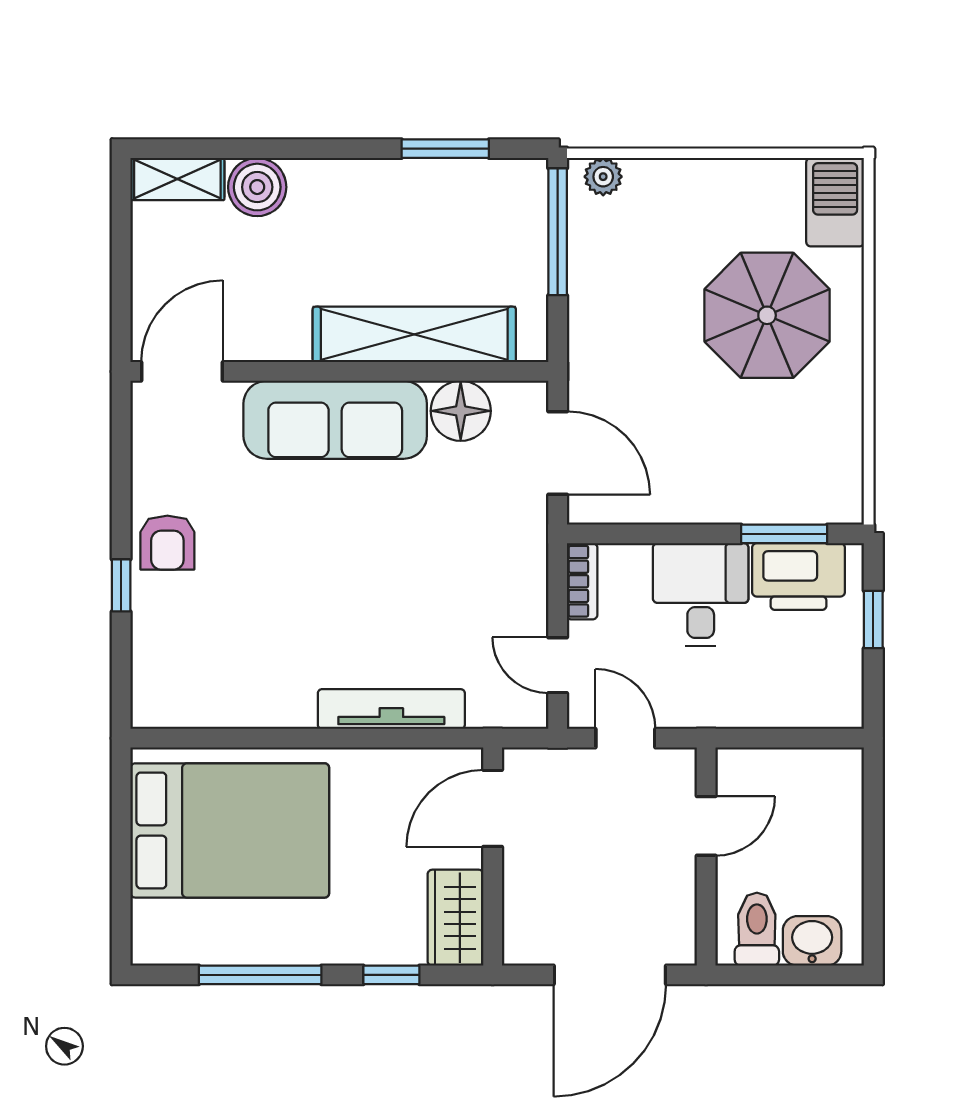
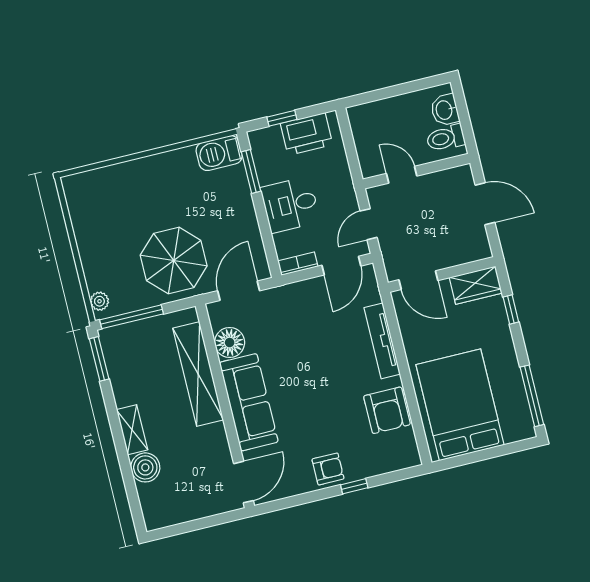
window: (445, 149) -> (99, 359), moved
shelving: (177, 179) -> (132, 430), moved
barbecue: (835, 202) -> (219, 153), moved
parasol: (767, 315) -> (174, 260), moved
door: (182, 371) -> (243, 482), swing flipped
printer: (799, 577) -> (307, 134), moved, turned 90
door: (558, 665) -> (341, 266), width x1.38
armchair: (254, 685) -> (387, 410), added
window: (260, 975) -> (532, 396), moved
door: (610, 975) -> (485, 204), width x0.73

